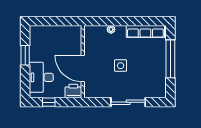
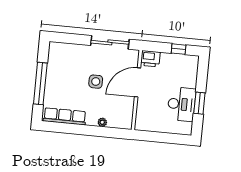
door: (83, 69) -> (138, 82), swing flipped
desk: (41, 77) -> (181, 104), moved
sliding door: (128, 102) -> (110, 42), moved

